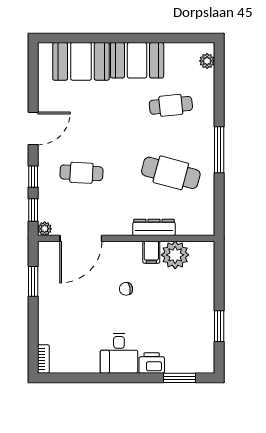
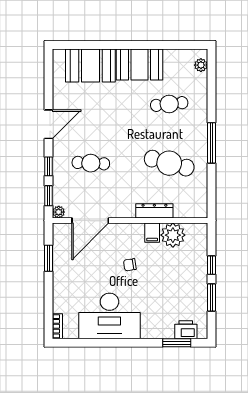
window: (219, 289) -> (212, 265), added
desk: (119, 353) -> (109, 316), width x1.87, depth x1.30
printer: (152, 363) -> (186, 330), moved

